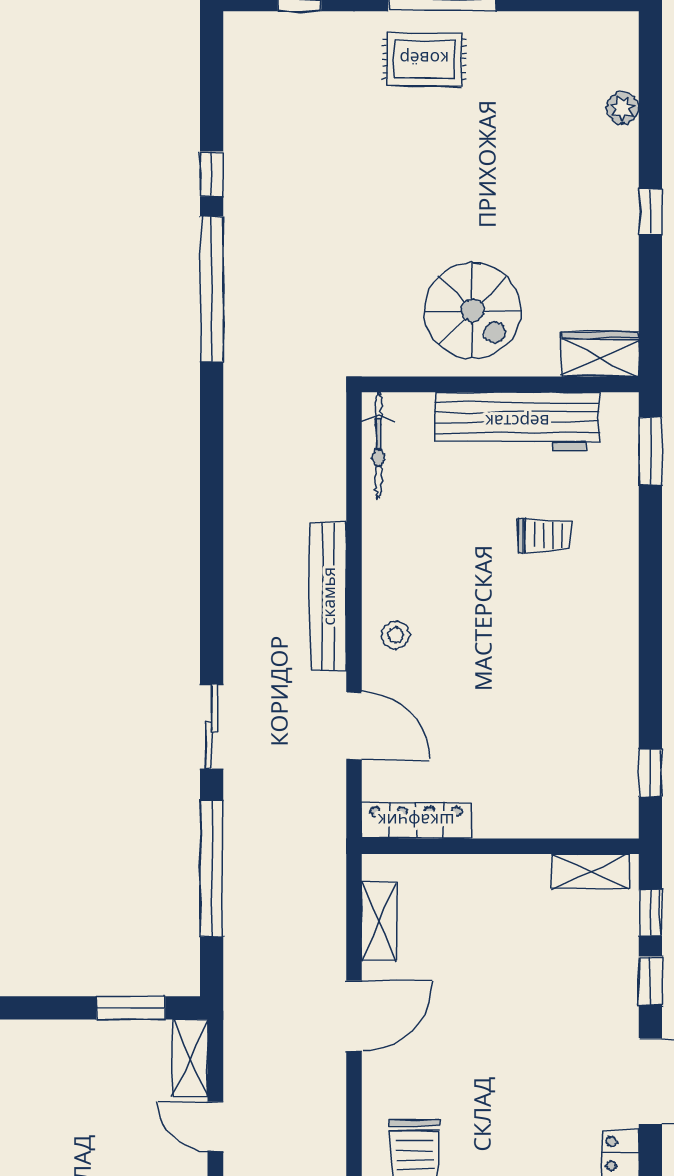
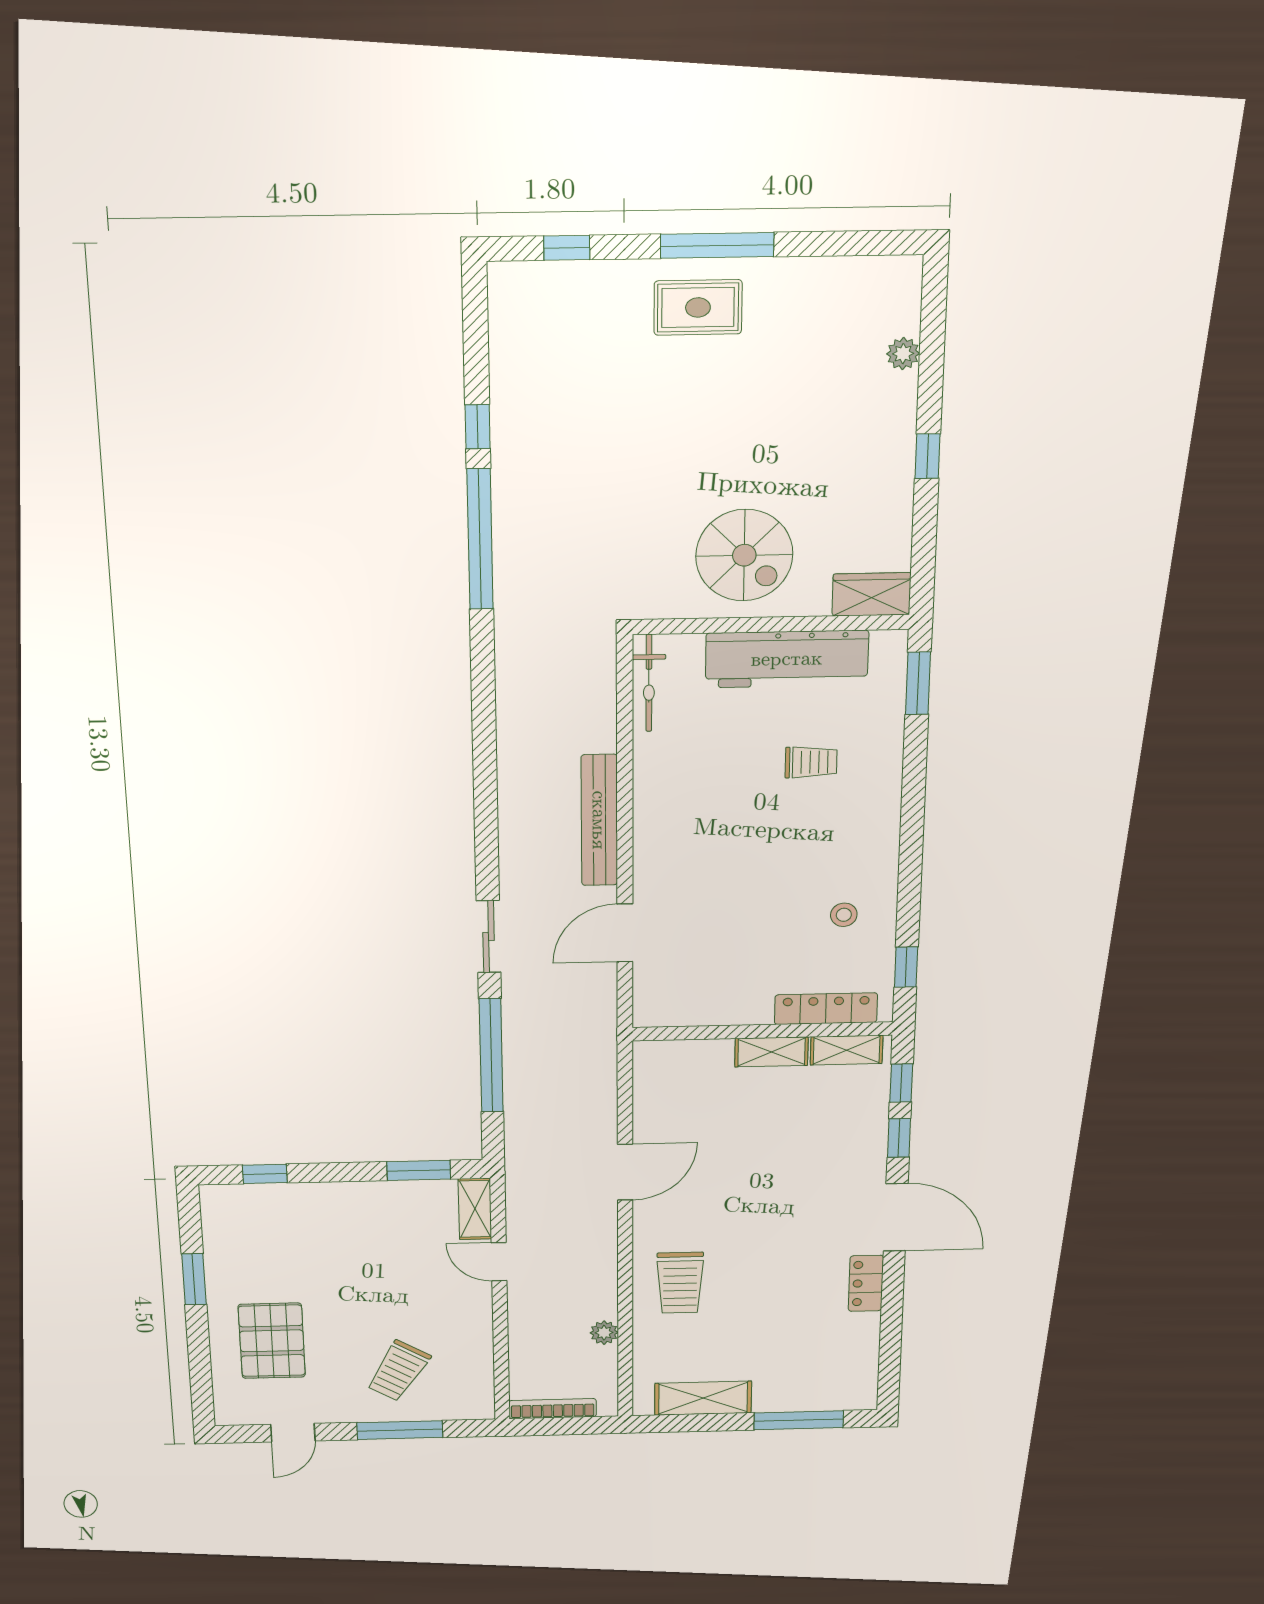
stool: (395, 635) -> (844, 915), moved
door: (354, 726) -> (625, 933), swing flipped
locker: (416, 821) -> (826, 1009), moved
shelving: (379, 921) -> (771, 1052), moved, turned 90

